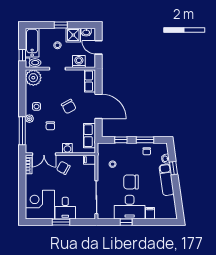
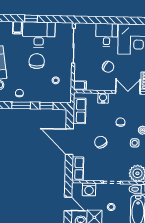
chair: (63, 168) -> (108, 67), moved
chair: (131, 182) -> (37, 61), turned -90
window: (61, 222) -> (111, 20), removed
window: (126, 222) -> (31, 19), moved

